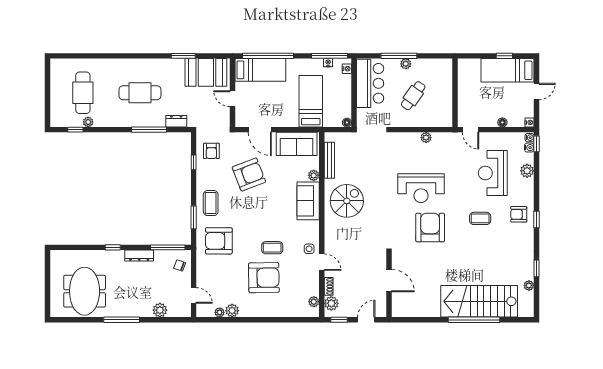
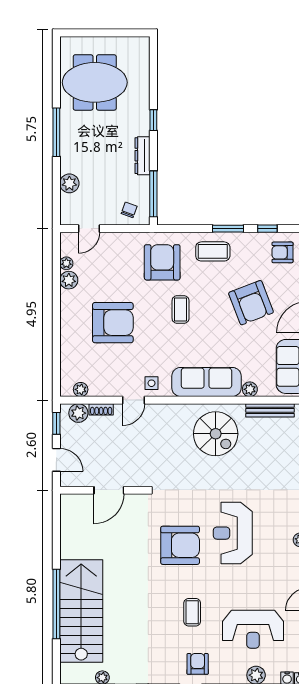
reception desk: (493, 173) -> (253, 629), turned 180
sofa: (308, 201) -> (206, 382), width x1.36
window: (194, 217) -> (228, 229), moved
coffee table: (272, 248) -> (181, 310), moved
armchair: (264, 278) -> (113, 323), turned -89

